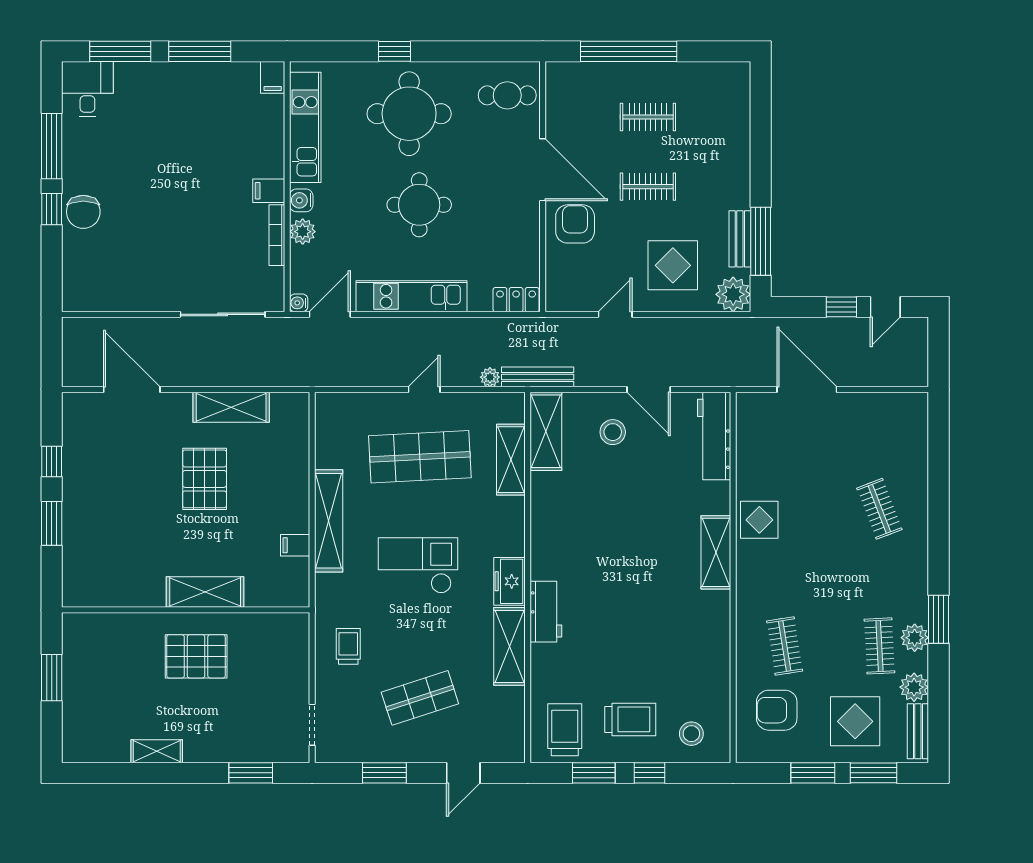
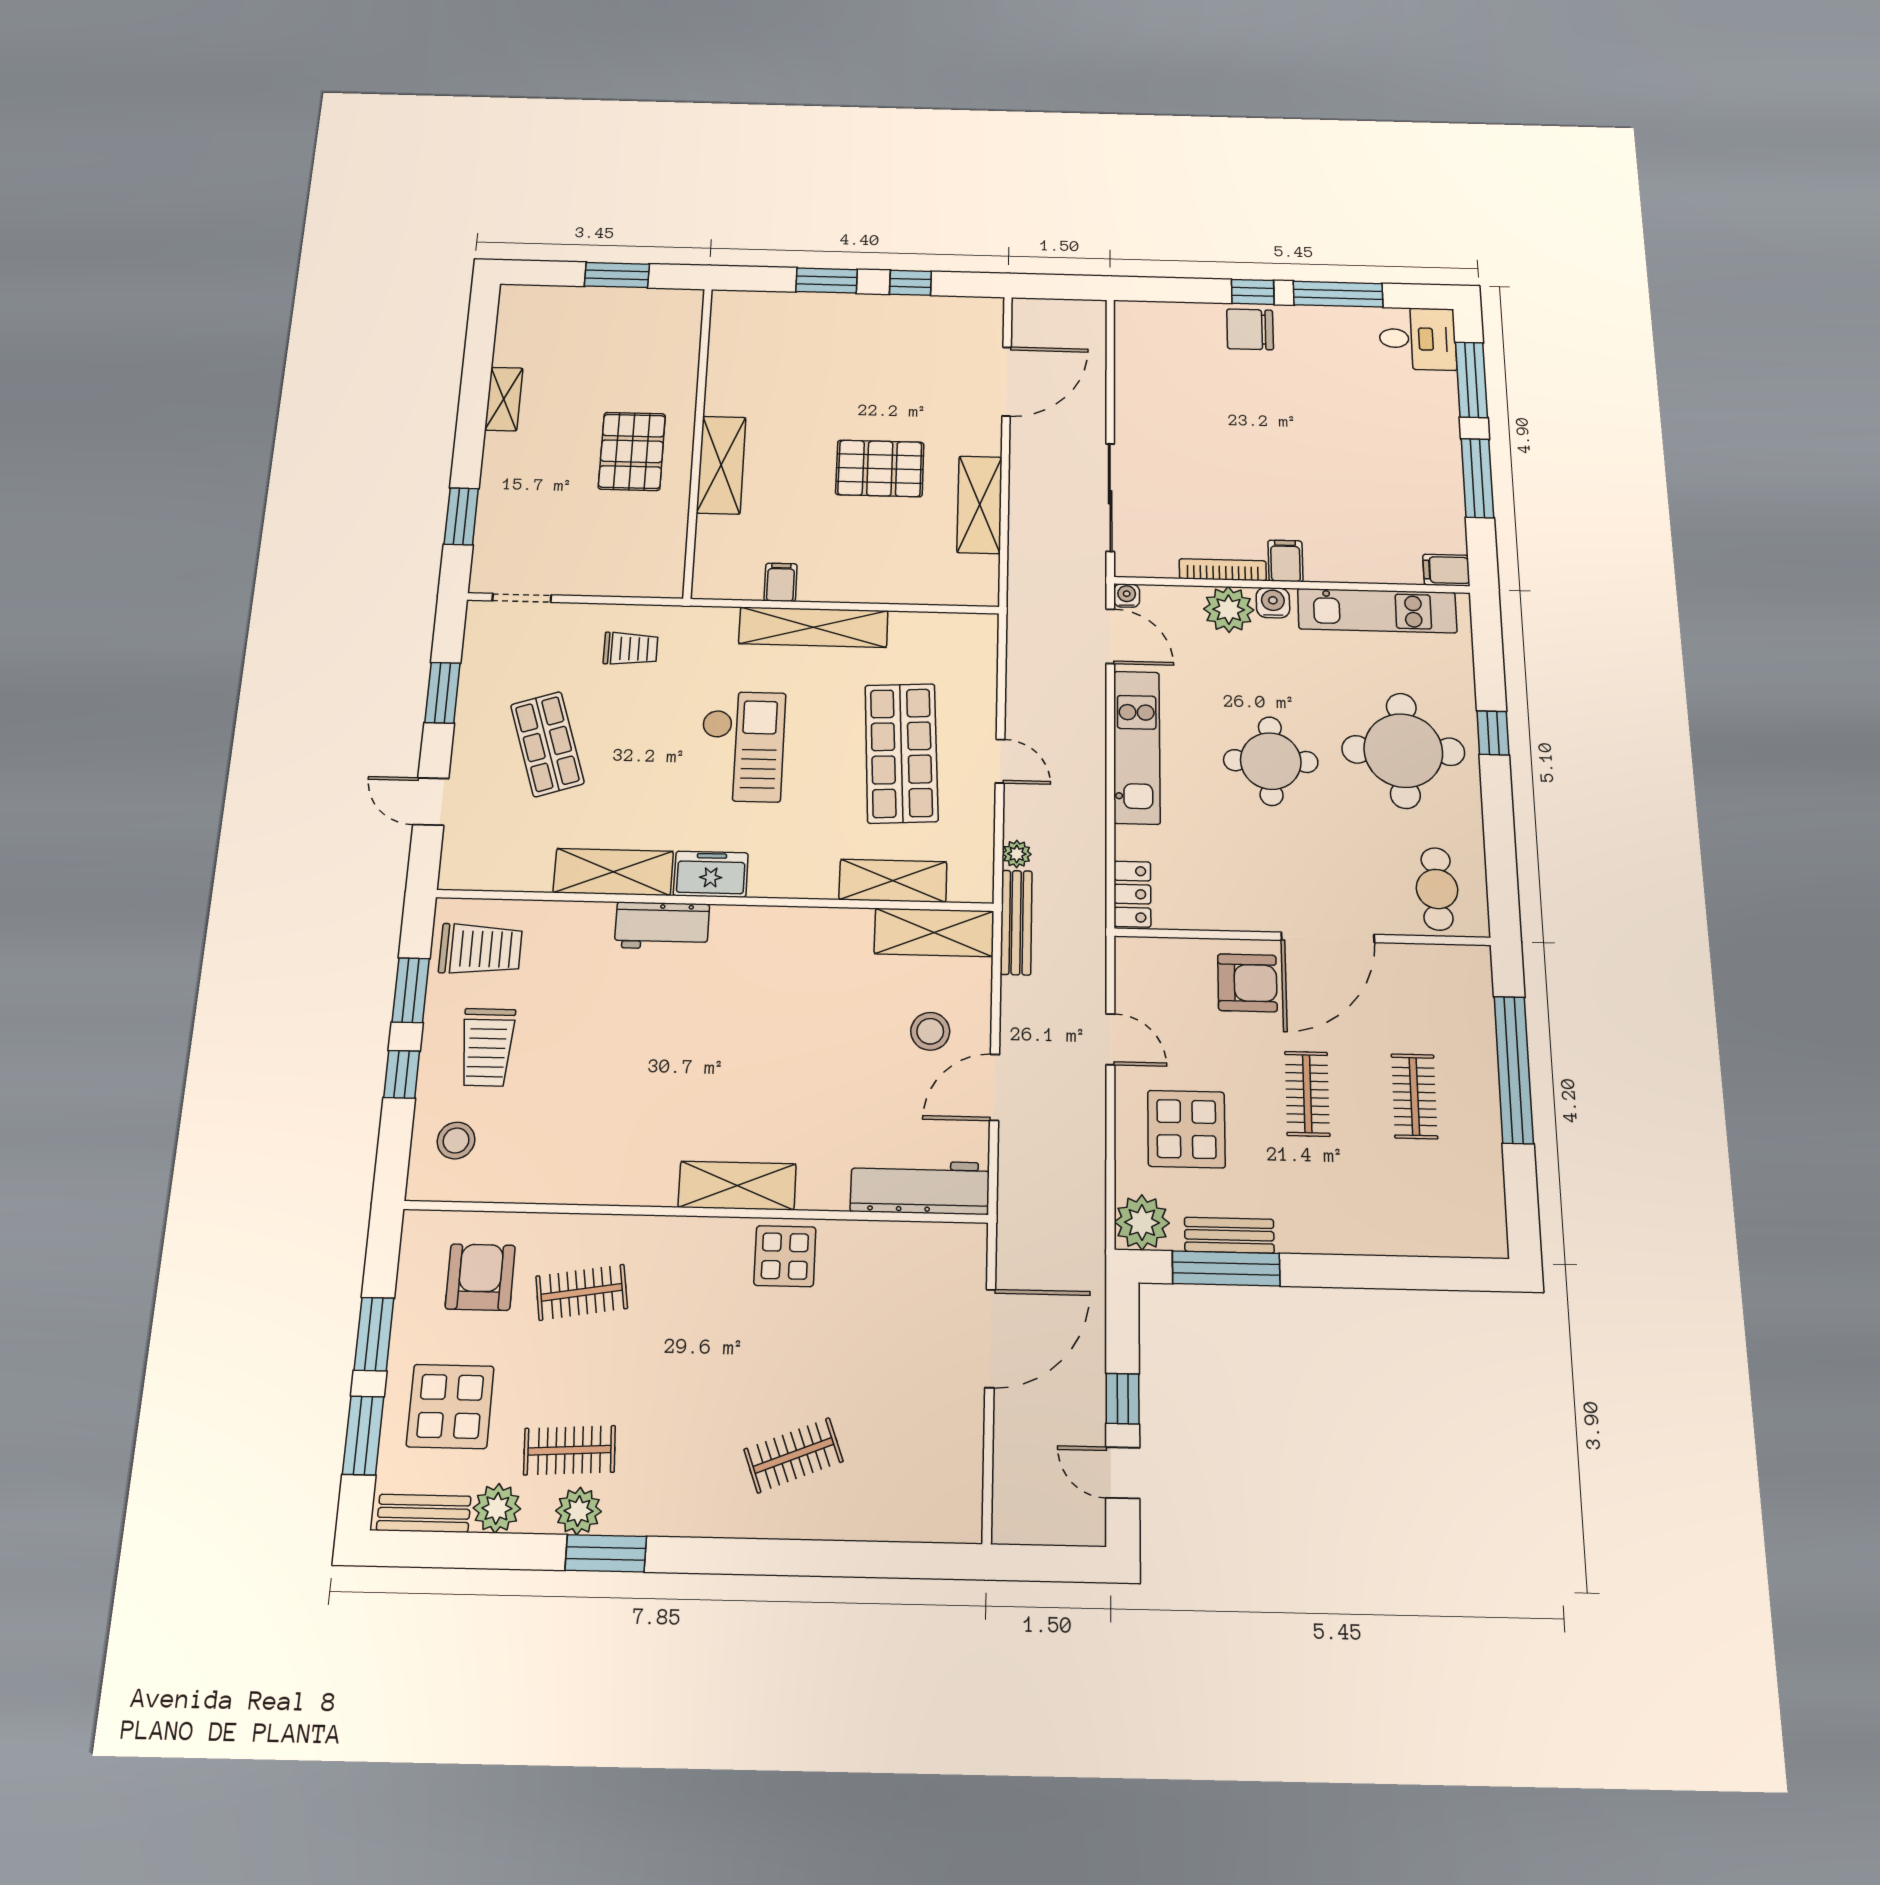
plant: (303, 232) -> (1229, 610), width x1.36, depth x1.36

